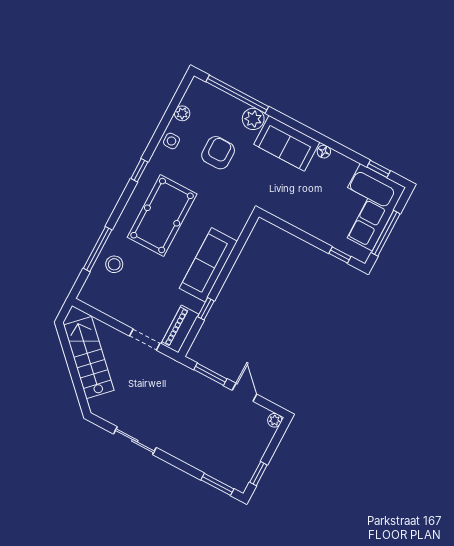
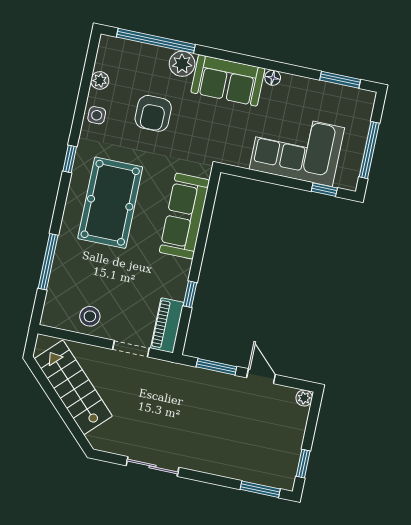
armchair: (218, 153) -> (153, 113), turned 180
window: (379, 169) -> (340, 80), width x1.50
corner sofa: (366, 207) -> (297, 148), moved, turned 90
stool: (114, 264) -> (90, 316), moved
sofa: (208, 265) -> (184, 216), moved

